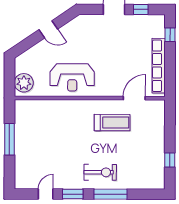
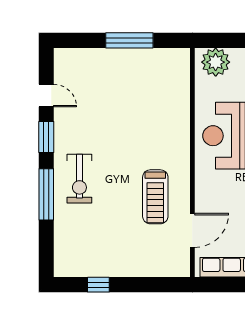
door: (134, 98) -> (192, 230), hinge flipped

